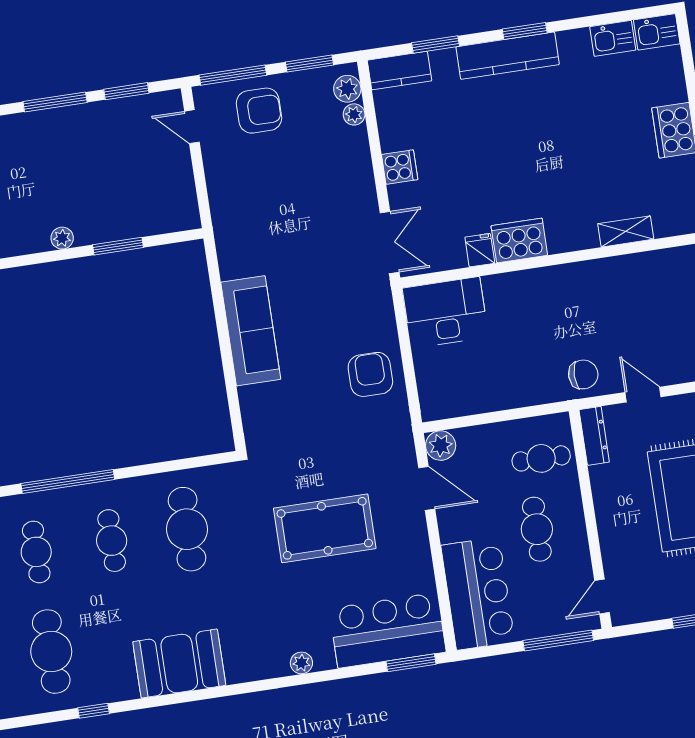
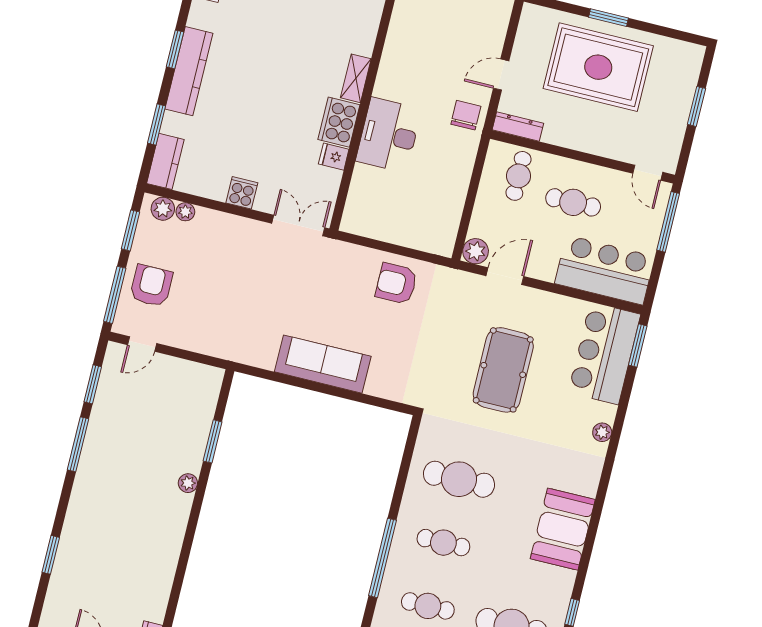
shelving: (626, 231) -> (356, 78), moved
desk: (445, 312) -> (389, 135), moved

